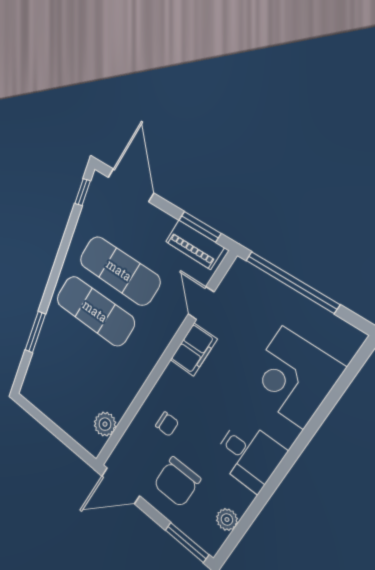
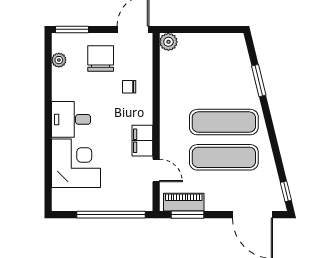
plant: (105, 424) -> (168, 42), moved
desk: (249, 455) -> (71, 119), moved

